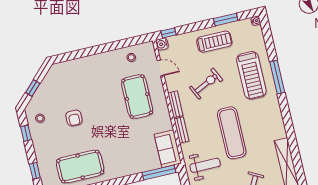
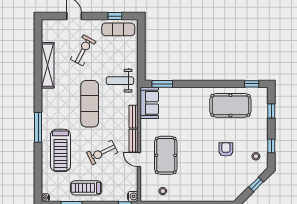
door: (161, 68) -> (139, 160), moved
treadmill: (251, 75) -> (60, 150), turned 180
window: (277, 77) -> (38, 127), moved
window: (159, 172) -> (162, 84), width x0.69

